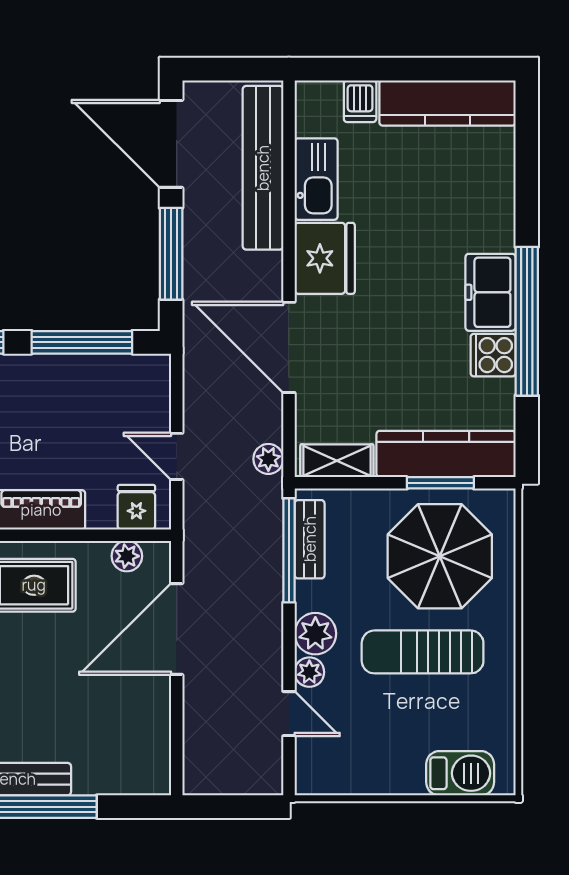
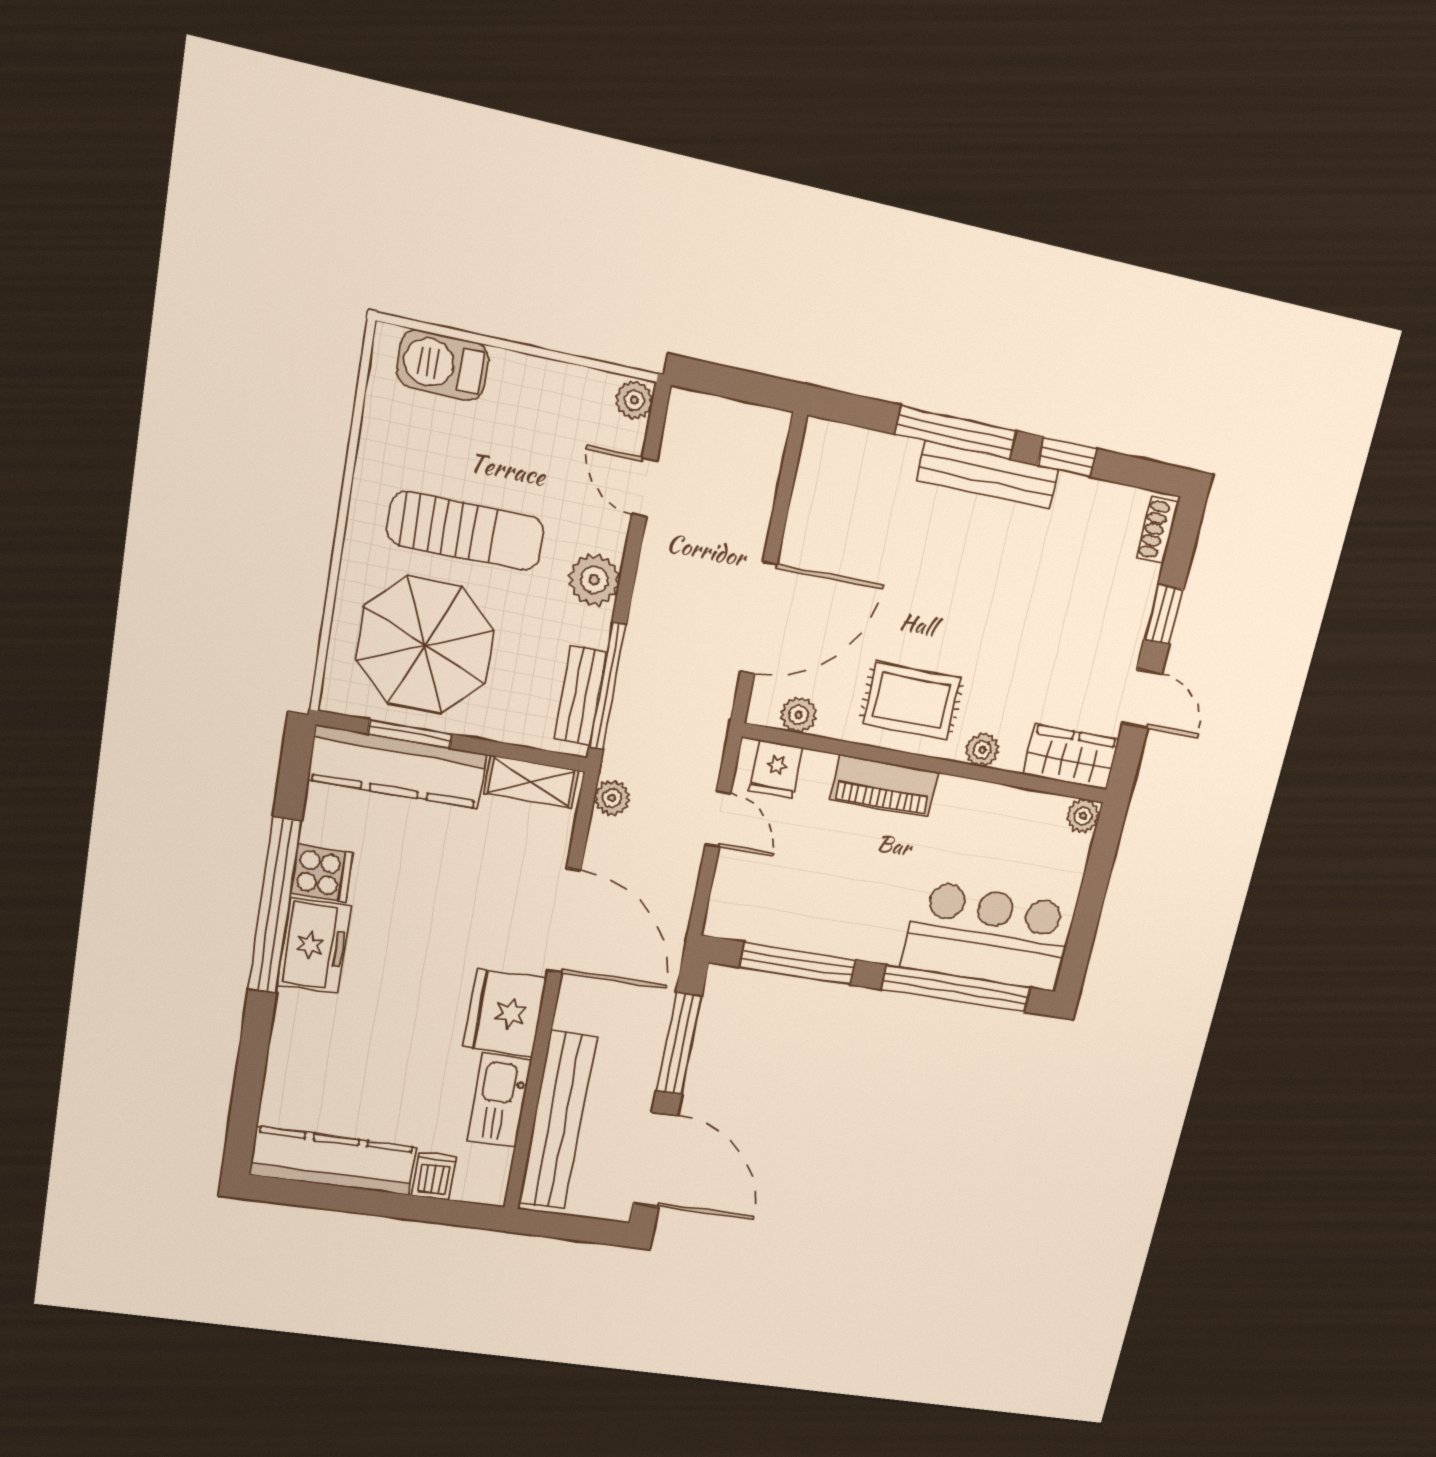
plant: (309, 672) -> (634, 400), moved

